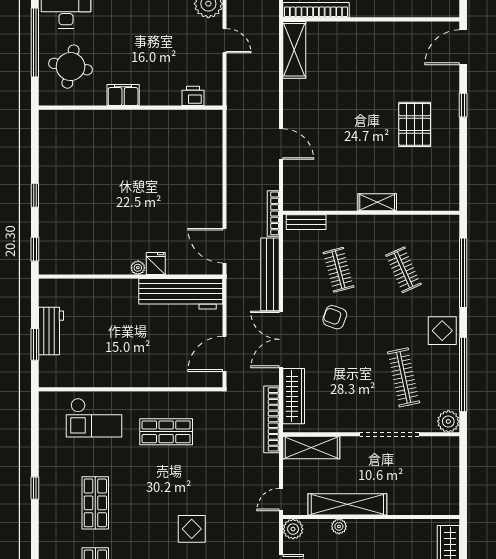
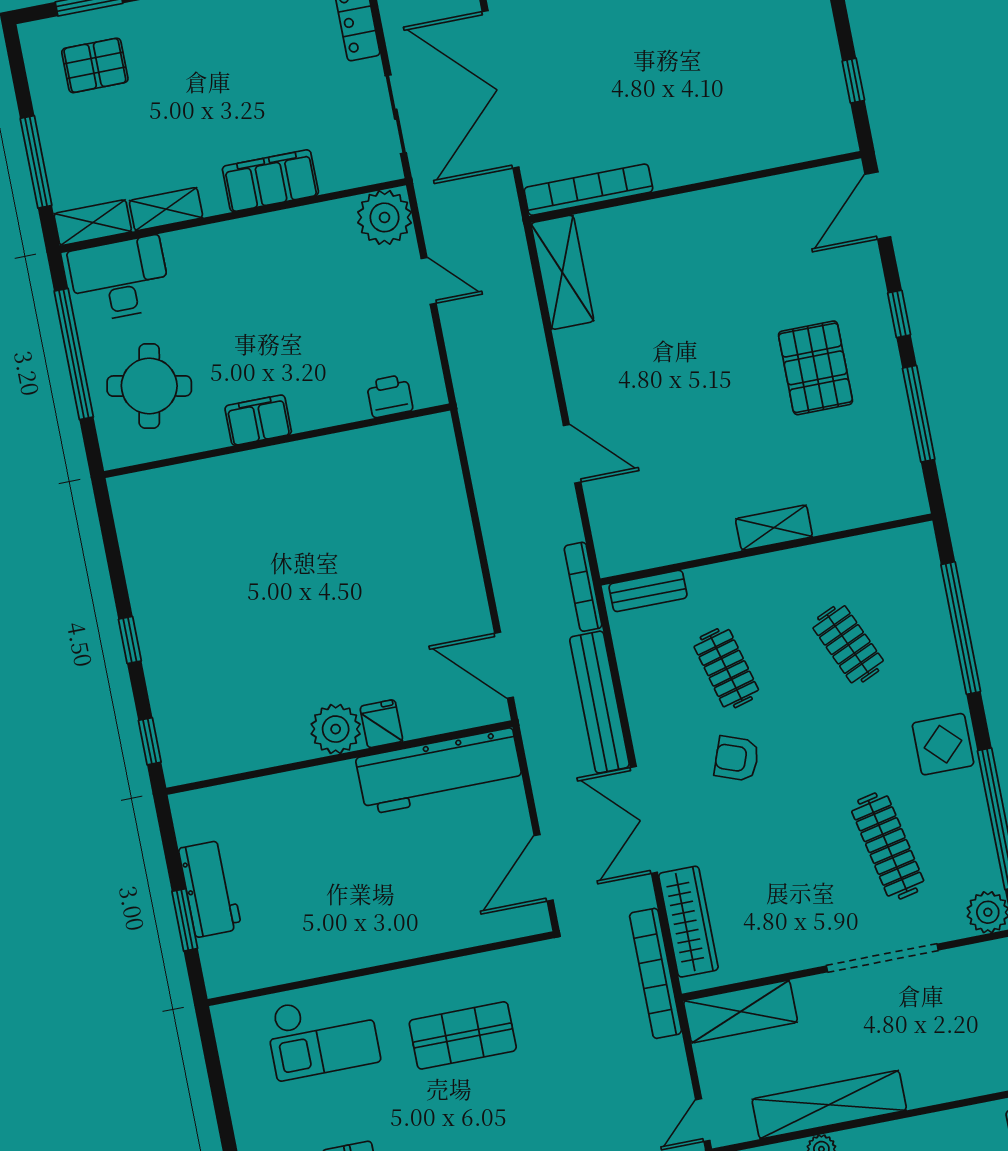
window: (463, 158) -> (919, 414), added
plant: (138, 268) -> (336, 729), width x1.88, depth x1.88

